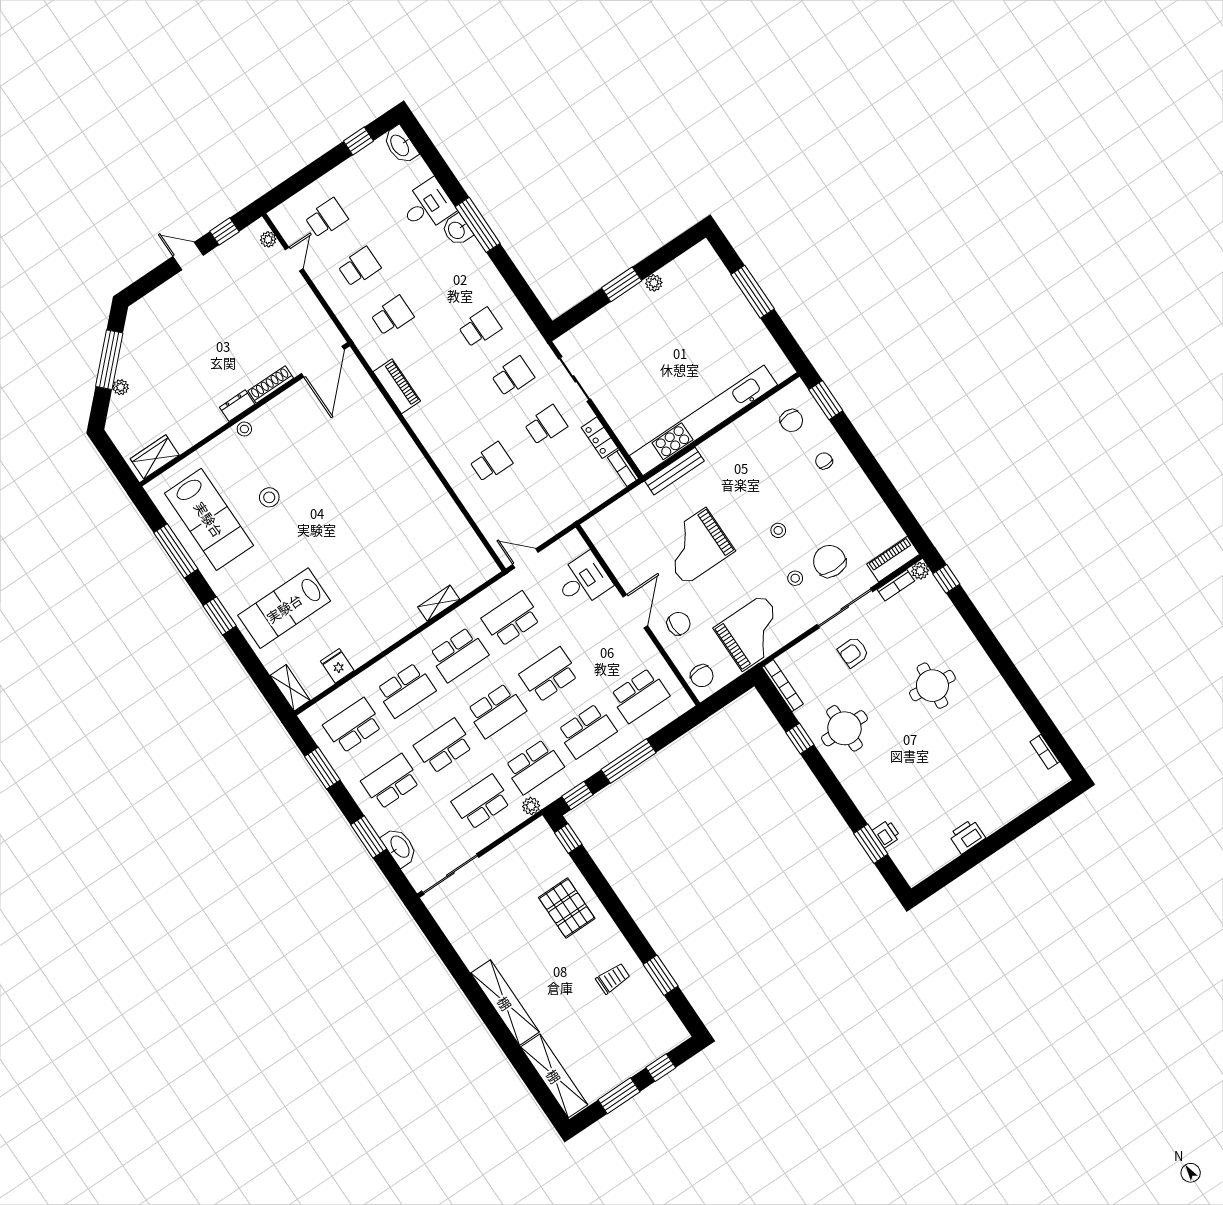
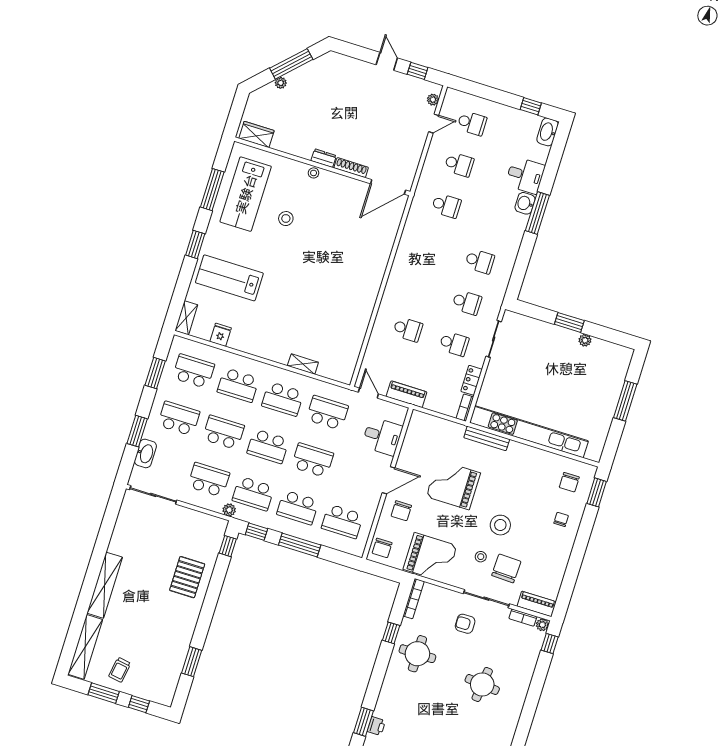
piano: (397, 386) -> (407, 394), moved, turned -90
stool: (778, 530) -> (500, 525), width x1.89, depth x1.89
chair: (679, 624) -> (401, 511), turned 90
trolley: (613, 978) -> (120, 670), moved, turned 99

